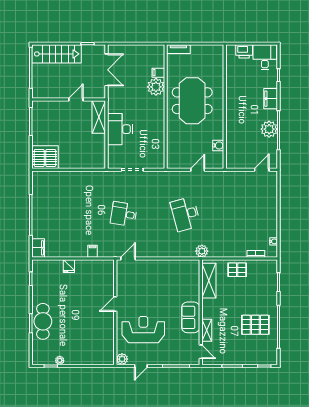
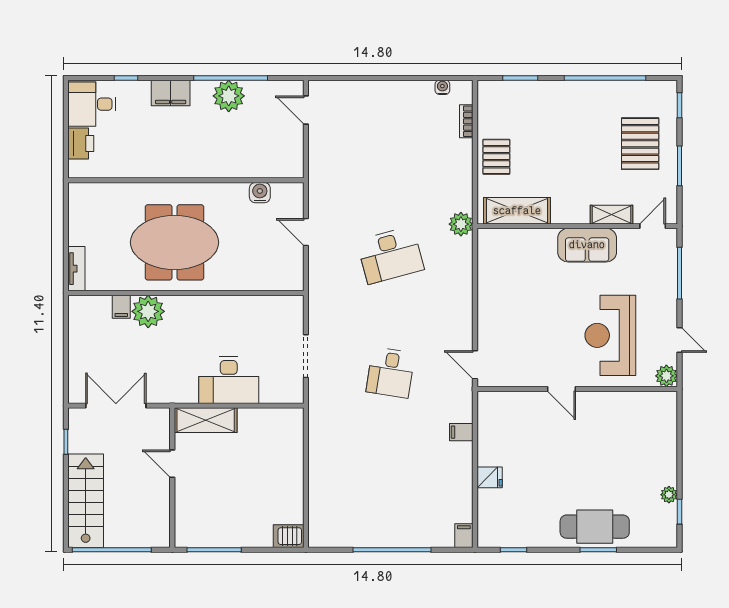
server rack: (45, 157) -> (289, 536), width x0.46, depth x0.70
filing cabinet: (38, 248) -> (464, 536), width x0.50
pallet: (255, 325) -> (640, 144), moved

